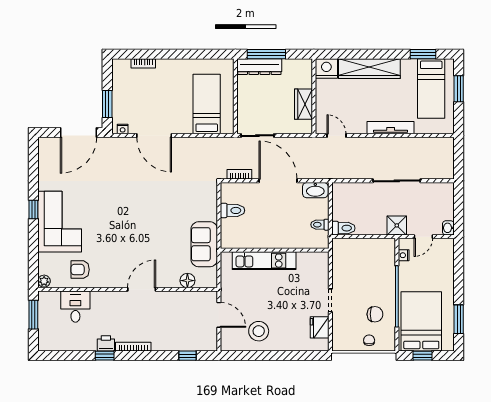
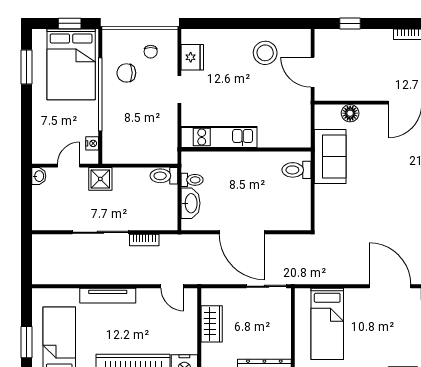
bookcase: (239, 174) -> (144, 240), moved
washbasin: (315, 190) -> (191, 203), moved, turned 90
toilet: (232, 210) -> (296, 170), moved
kitchen unit: (264, 261) -> (219, 137), moved
chair: (369, 340) -> (151, 52), moved

